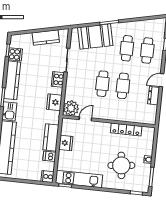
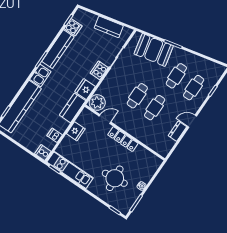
locker: (126, 129) -> (123, 139), moved
kitchen counter: (51, 137) -> (73, 108), moved

